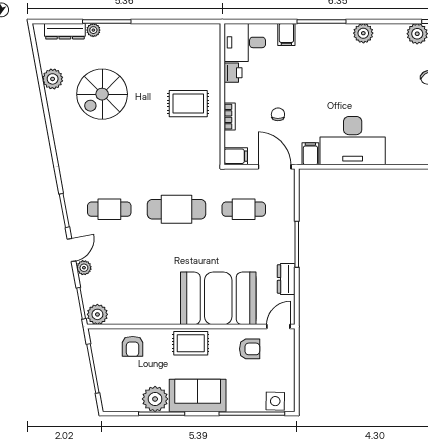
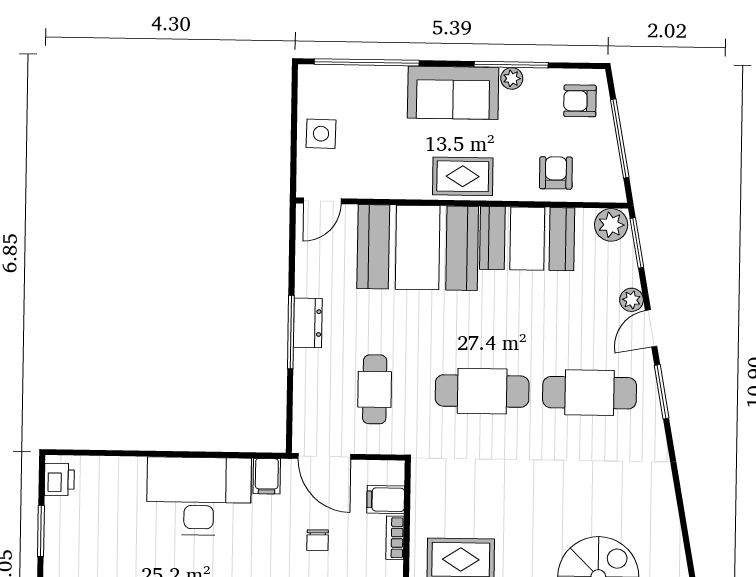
filing cabinet: (236, 156) -> (386, 500), moved
cafe table: (109, 209) -> (590, 393), width x1.37, depth x1.35
cafe table: (244, 209) -> (375, 389), turned 90
dresser: (286, 279) -> (308, 323), moved
booth: (150, 305) -> (527, 239), added
armchair: (250, 349) -> (580, 101), moved
plant: (155, 399) -> (512, 78), width x0.53, depth x0.53
side table: (275, 401) -> (321, 134), moved

